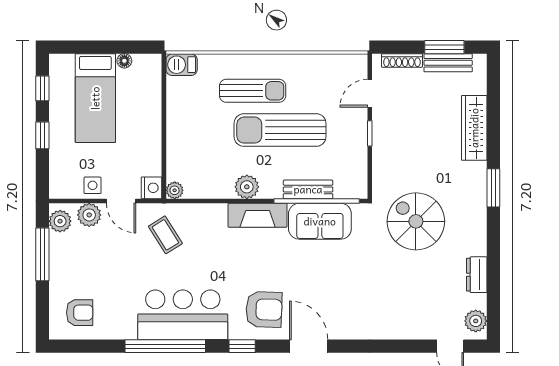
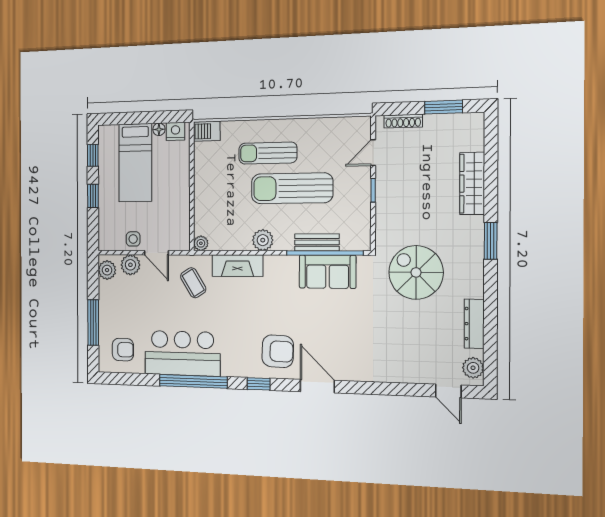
bench: (448, 63) -> (447, 122), removed
sun lounger: (253, 91) -> (268, 153), turned 180
nightstand: (152, 188) -> (176, 131), moved, turned -90
fireplace: (258, 215) -> (237, 266), moved
window: (42, 254) -> (93, 323), moved
dresser: (477, 275) -> (474, 324), width x1.44
bar counter: (183, 315) -> (182, 353), moved

